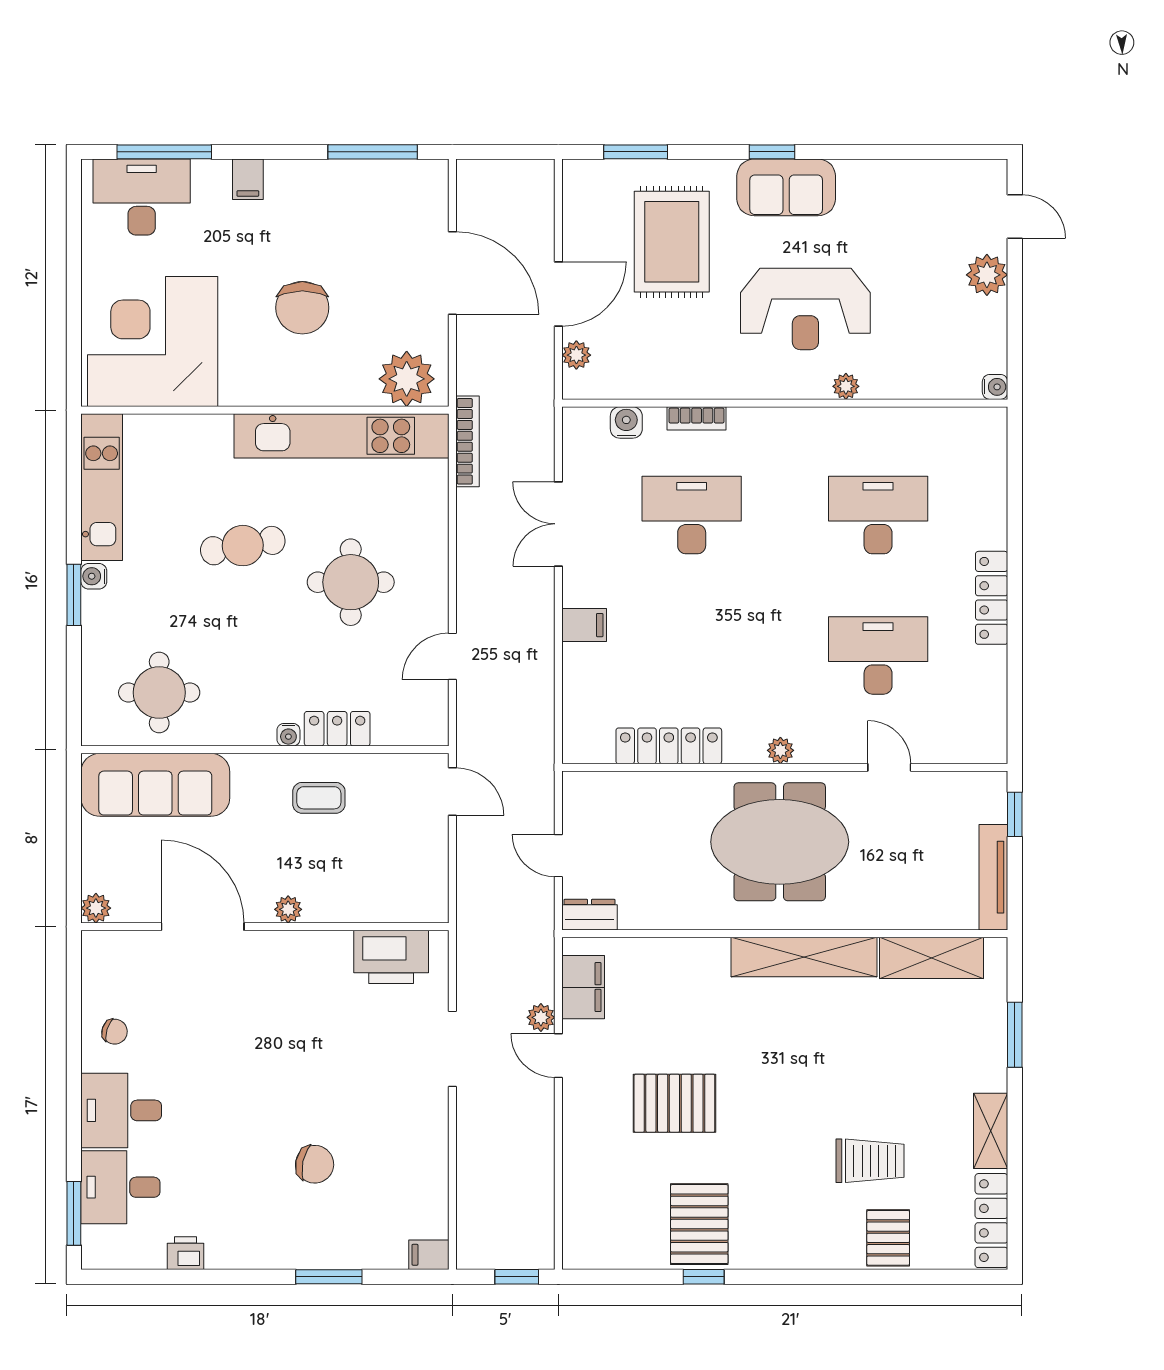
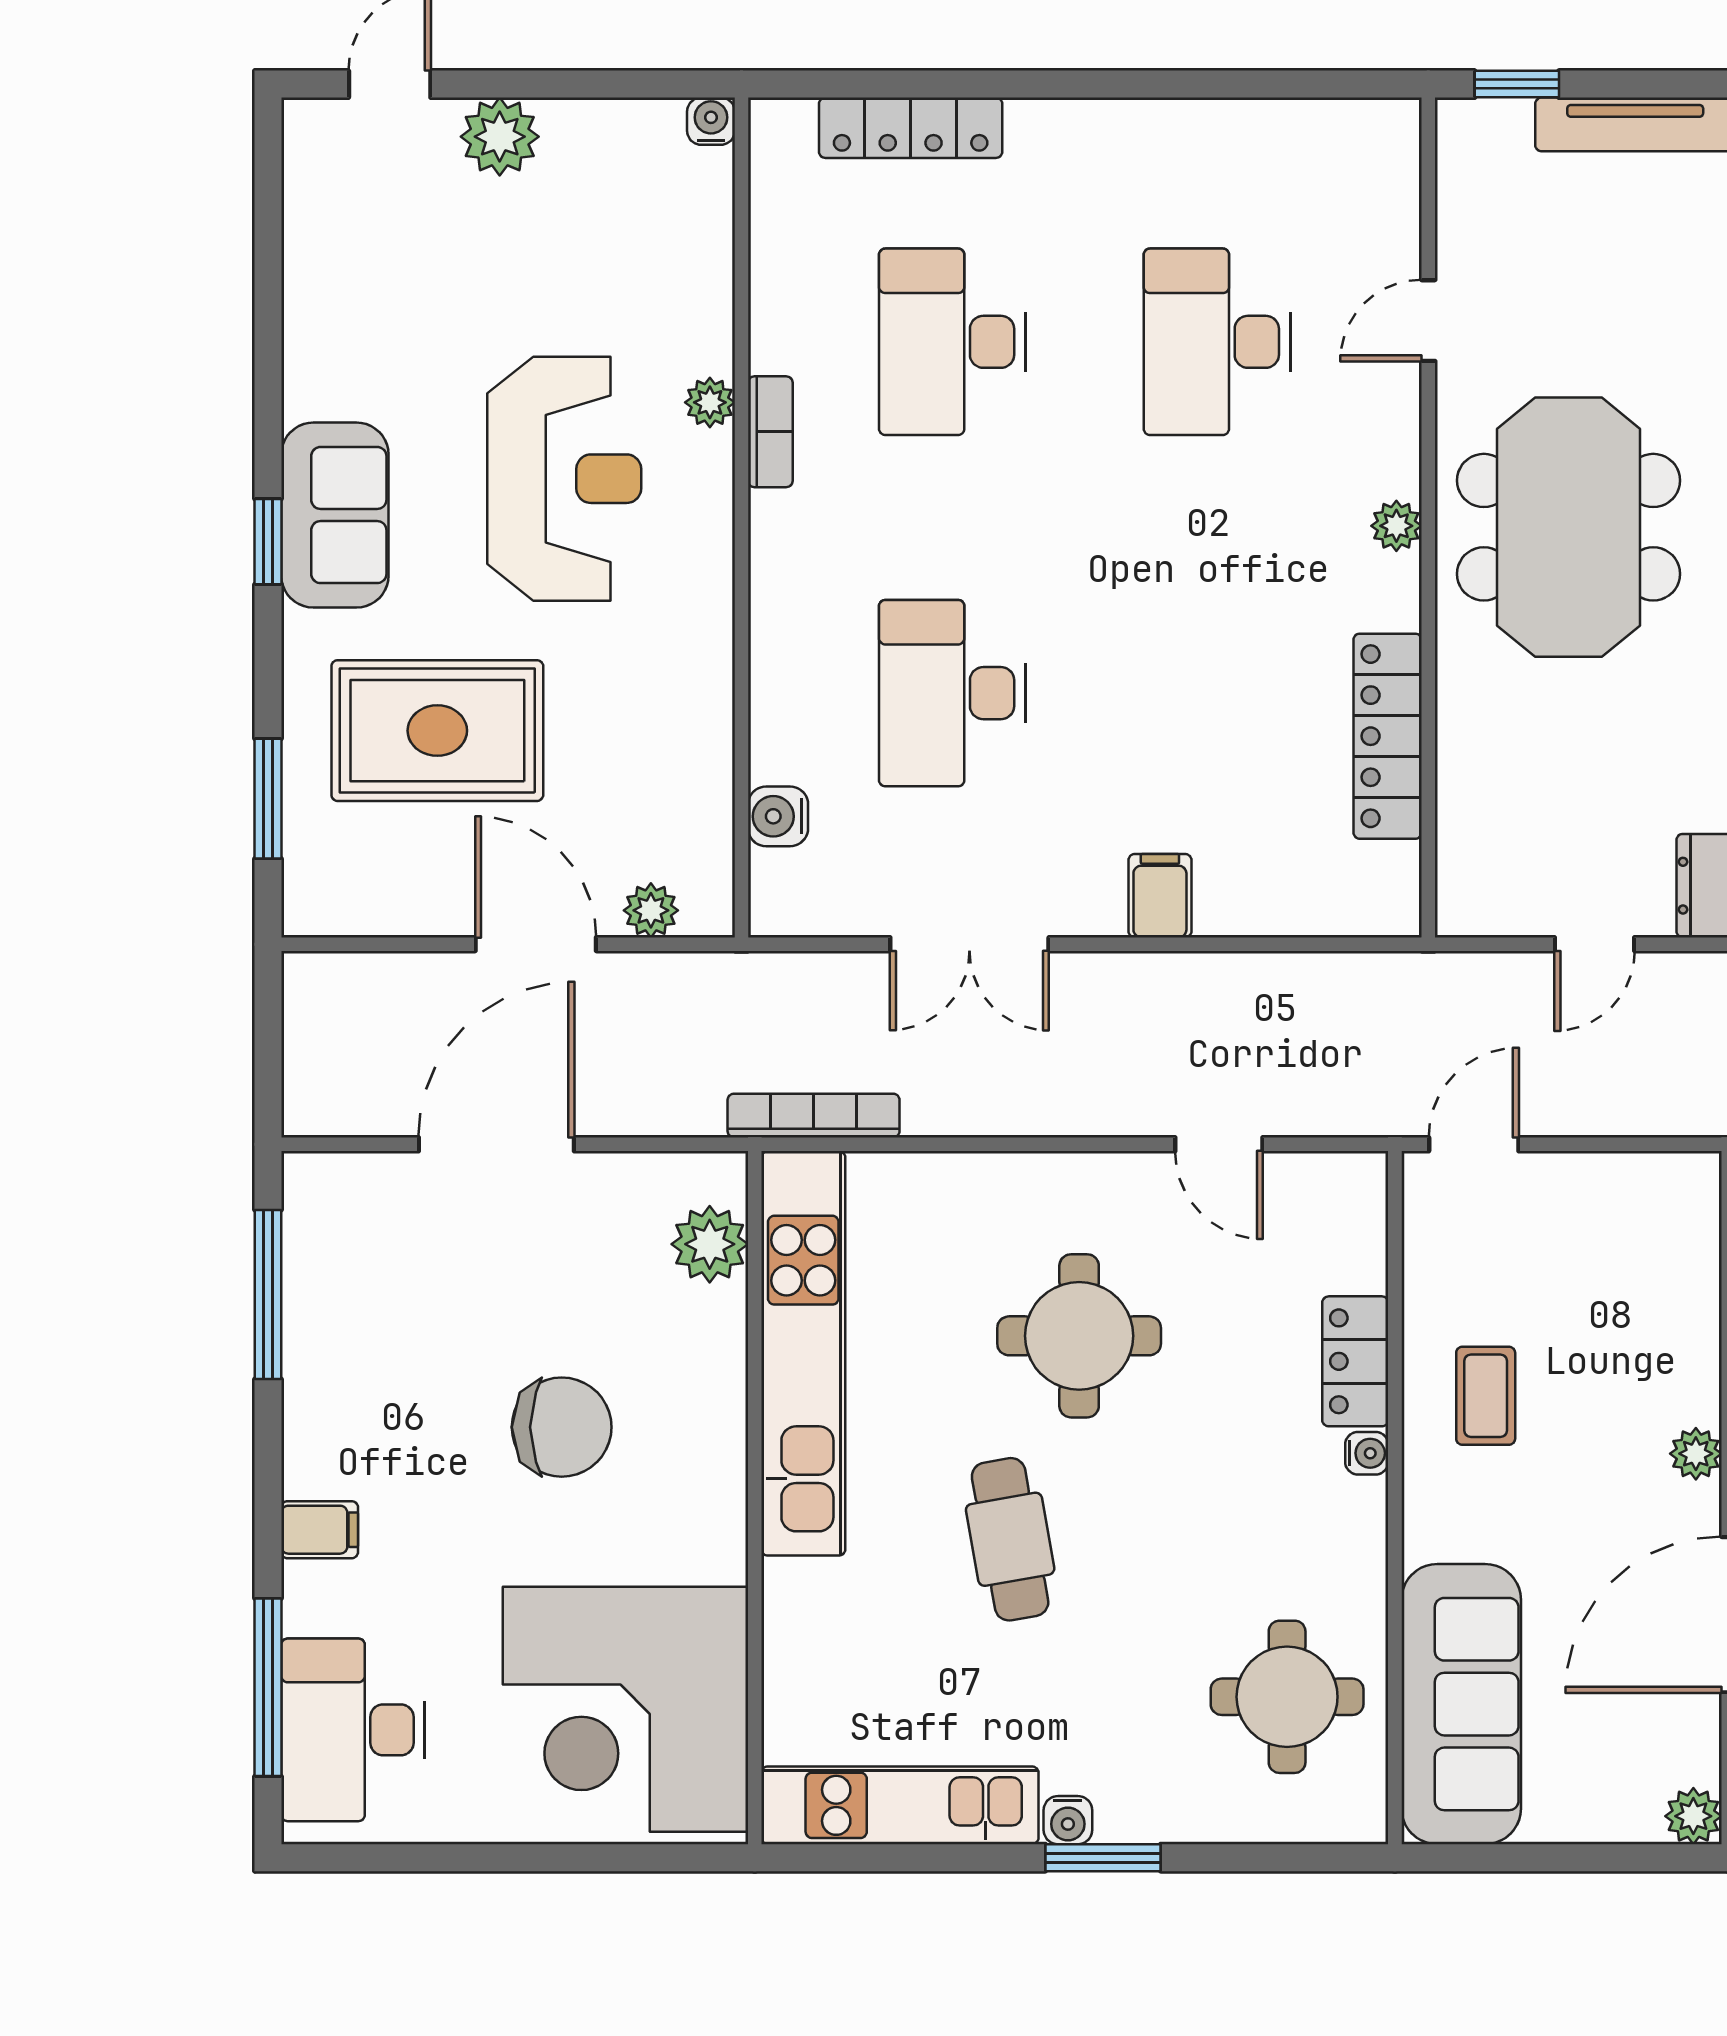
plant: (407, 379) -> (710, 1244), width x0.73, depth x0.73
bookcase: (697, 418) -> (770, 432), moved
locker: (992, 598) -> (911, 128), moved

